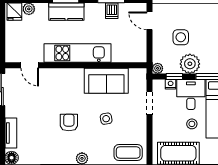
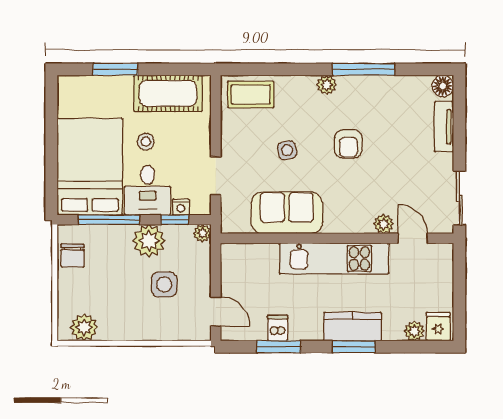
plant: (48, 74) -> (383, 224), added

